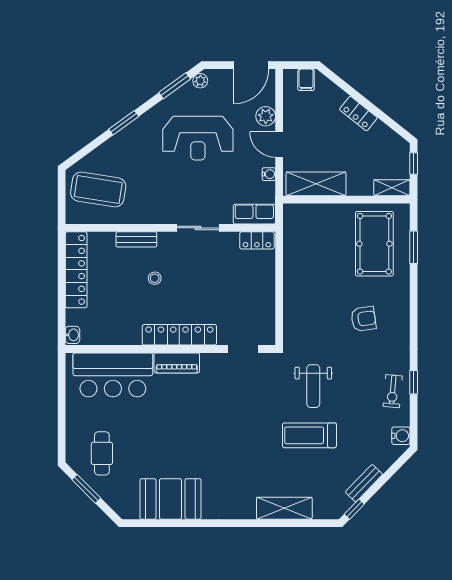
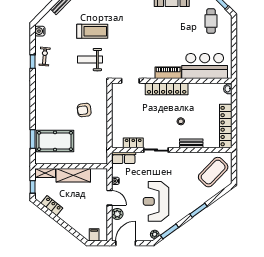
locker: (358, 114) -> (52, 206), moved
reception desk: (198, 138) -> (156, 201), turned -90
shelving: (316, 184) -> (73, 175), moved
coffee table: (98, 190) -> (213, 172), turned -55
locker: (257, 240) -> (133, 143), moved
pool table: (374, 244) -> (55, 141), turned 90
armchair: (363, 319) -> (84, 110), moved
weight bench: (313, 386) -> (90, 60), turned -90

